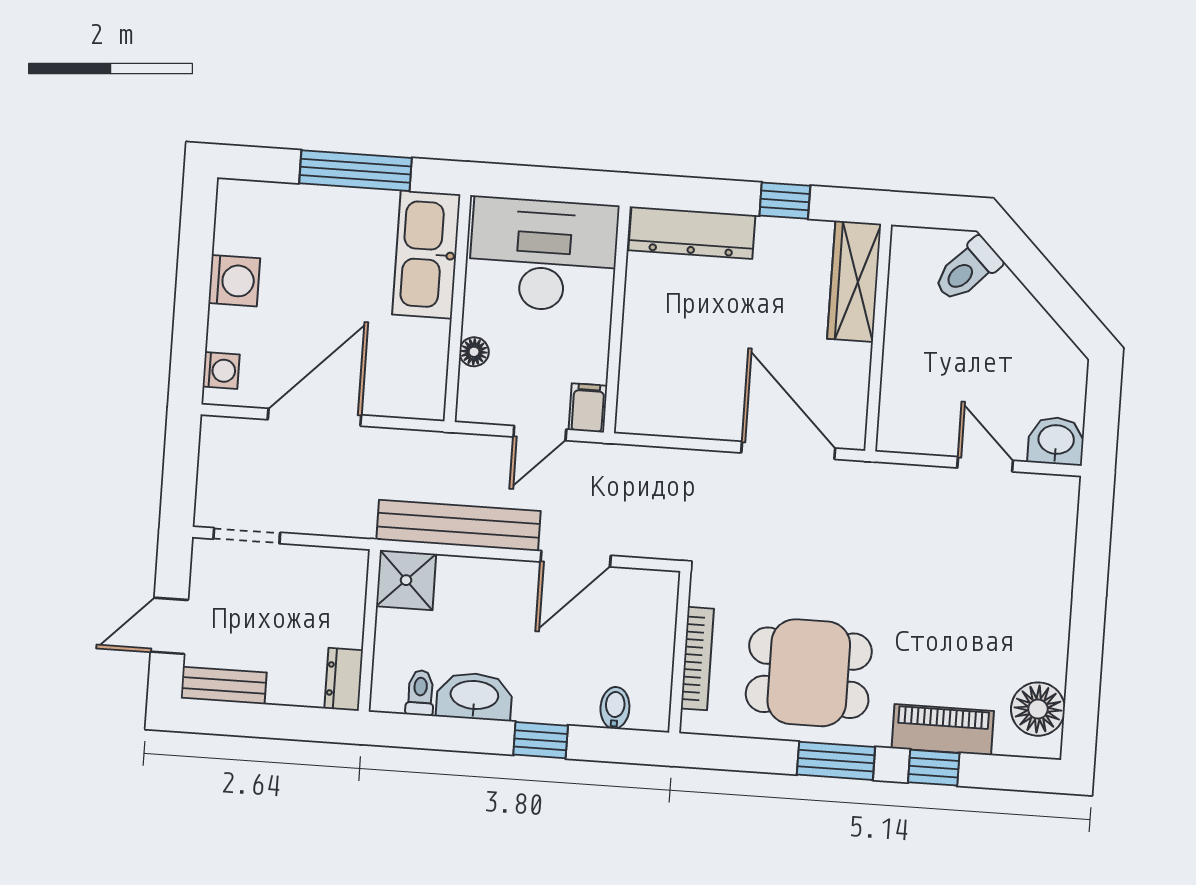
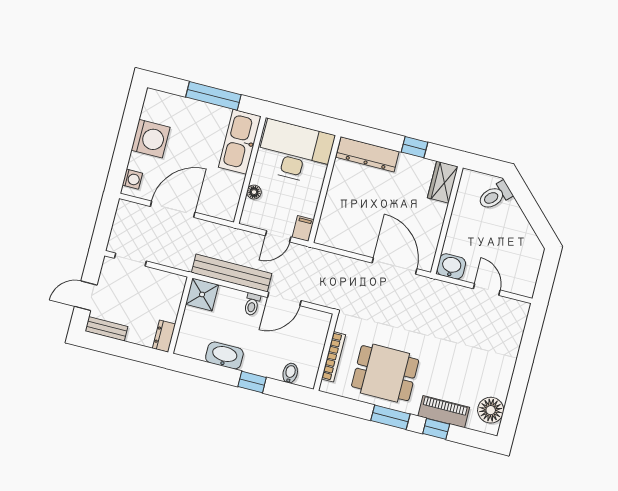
washing machine: (234, 281) -> (151, 139), width x1.37, depth x1.37
wardrobe: (854, 281) -> (443, 182), width x0.67
washbasin: (1056, 441) -> (451, 266), moved
toilet: (420, 693) -> (252, 304), moved, turned 180

